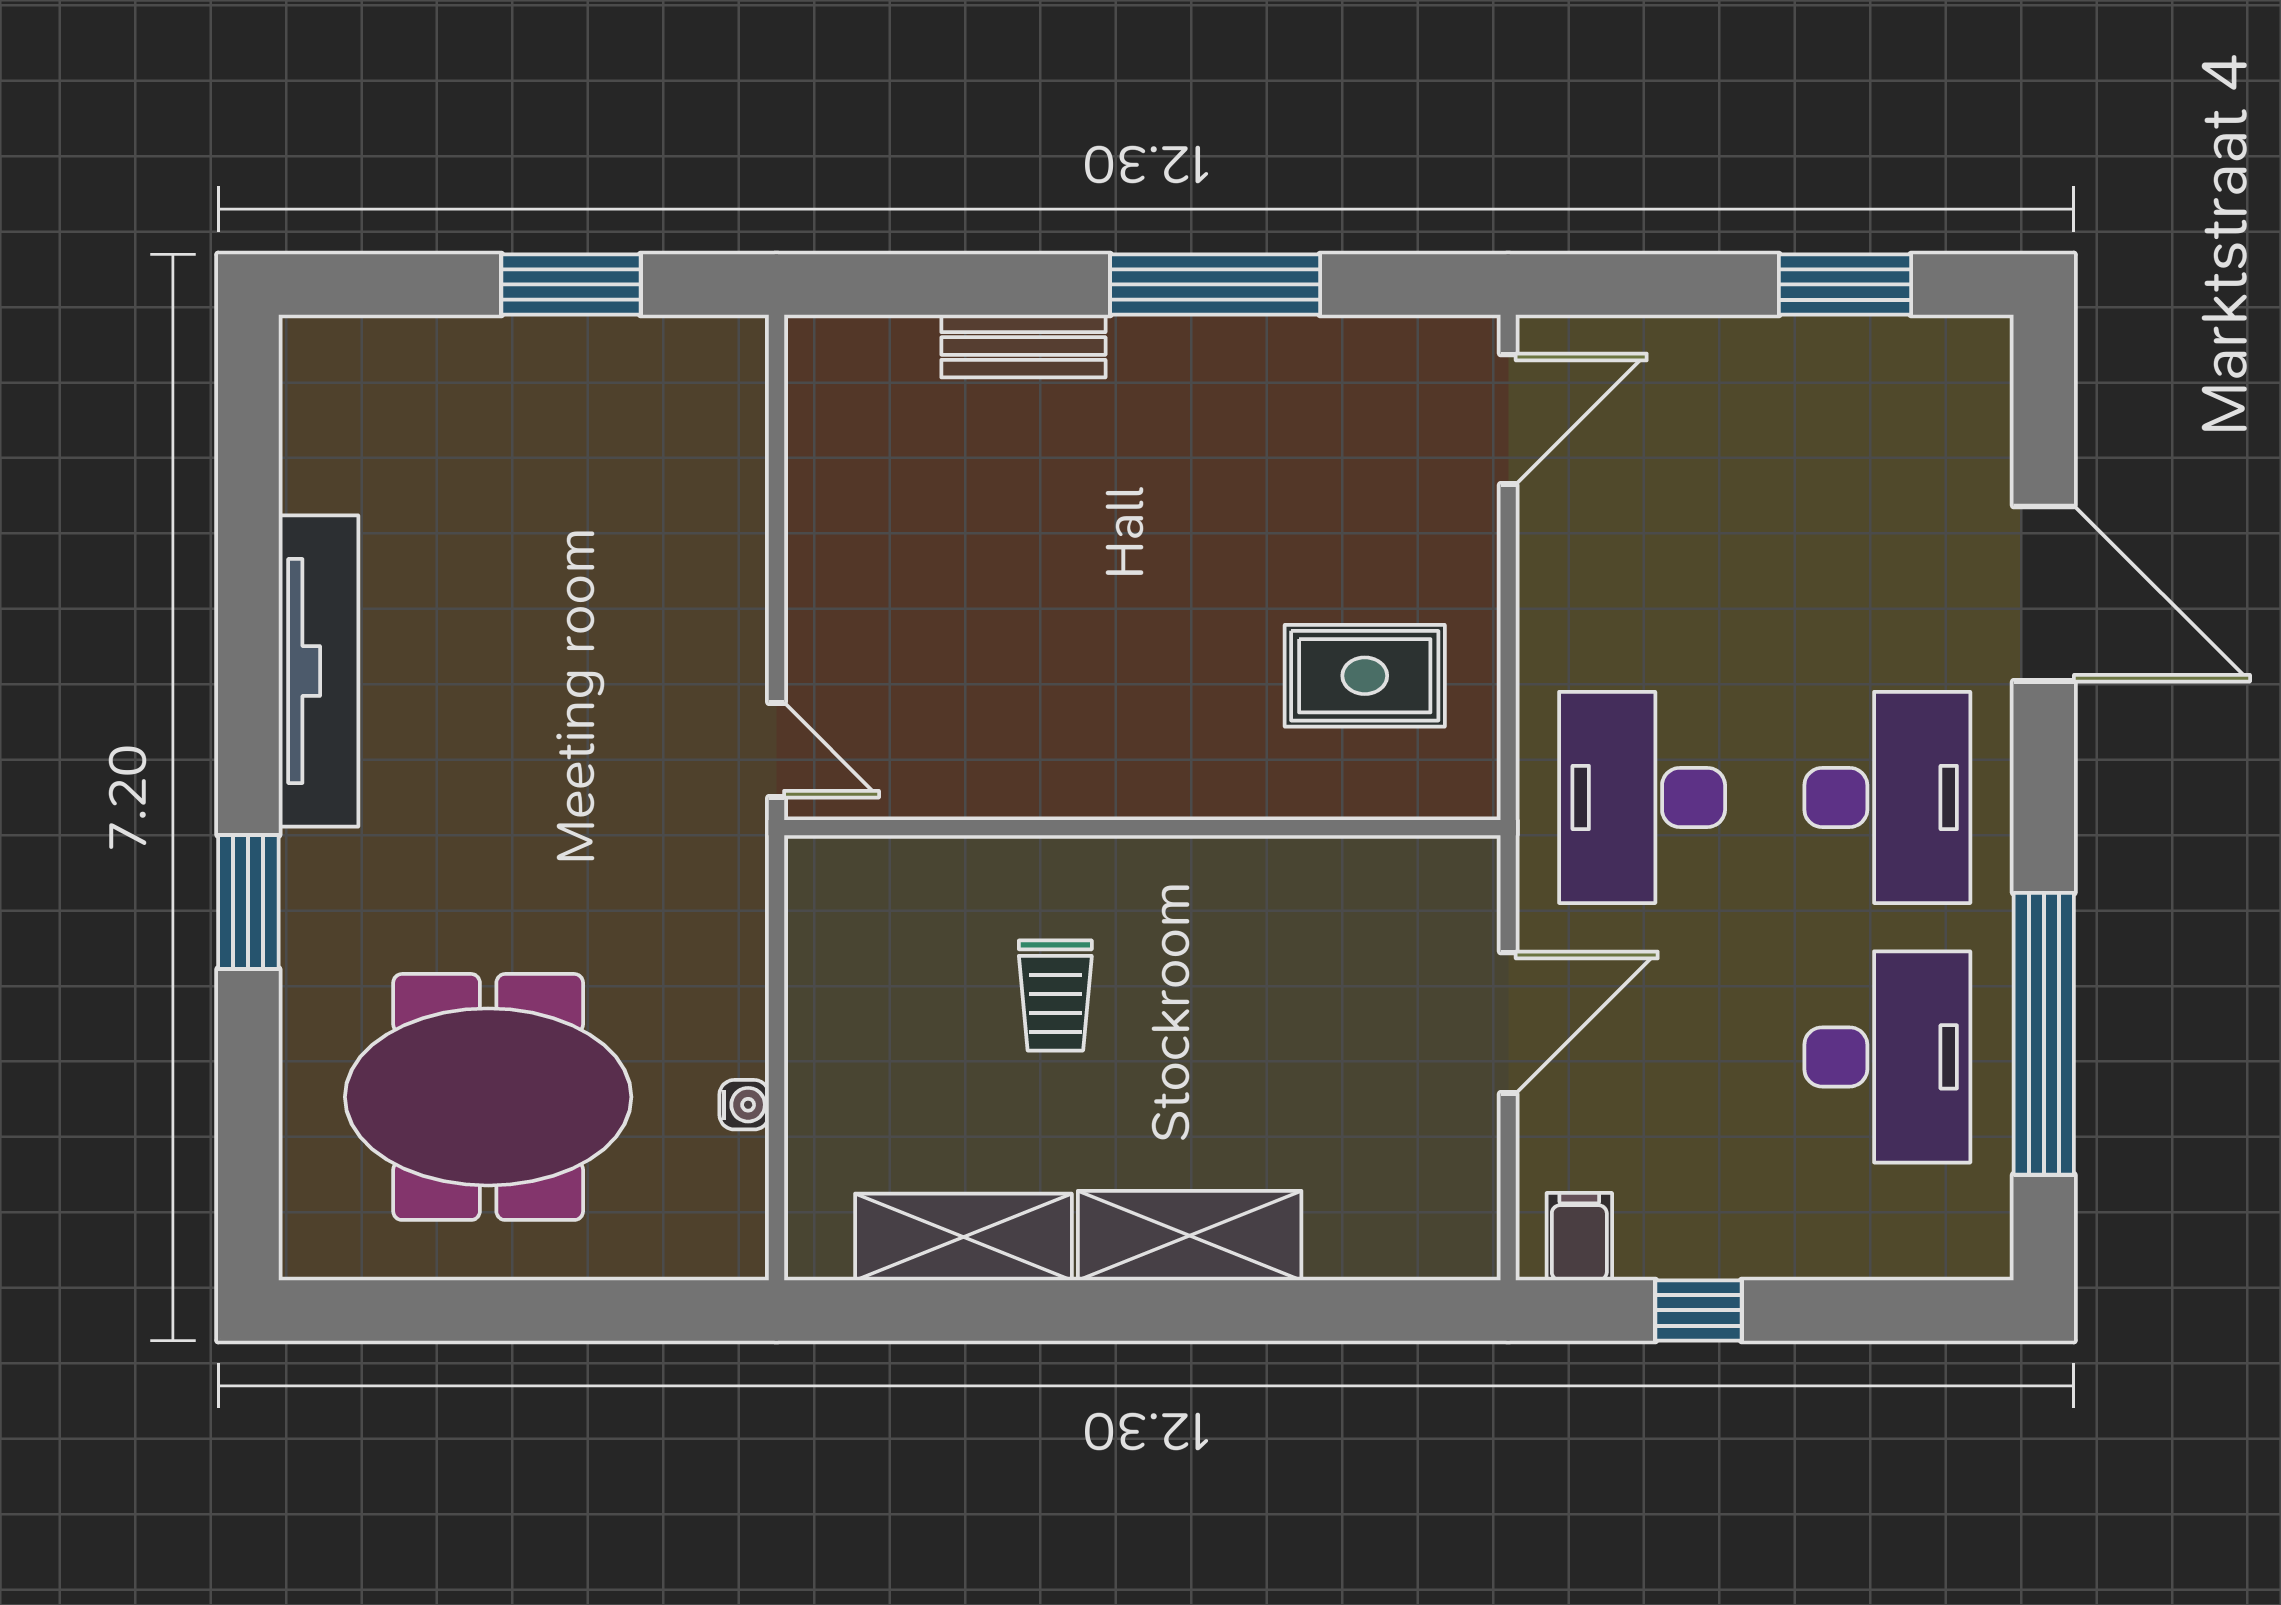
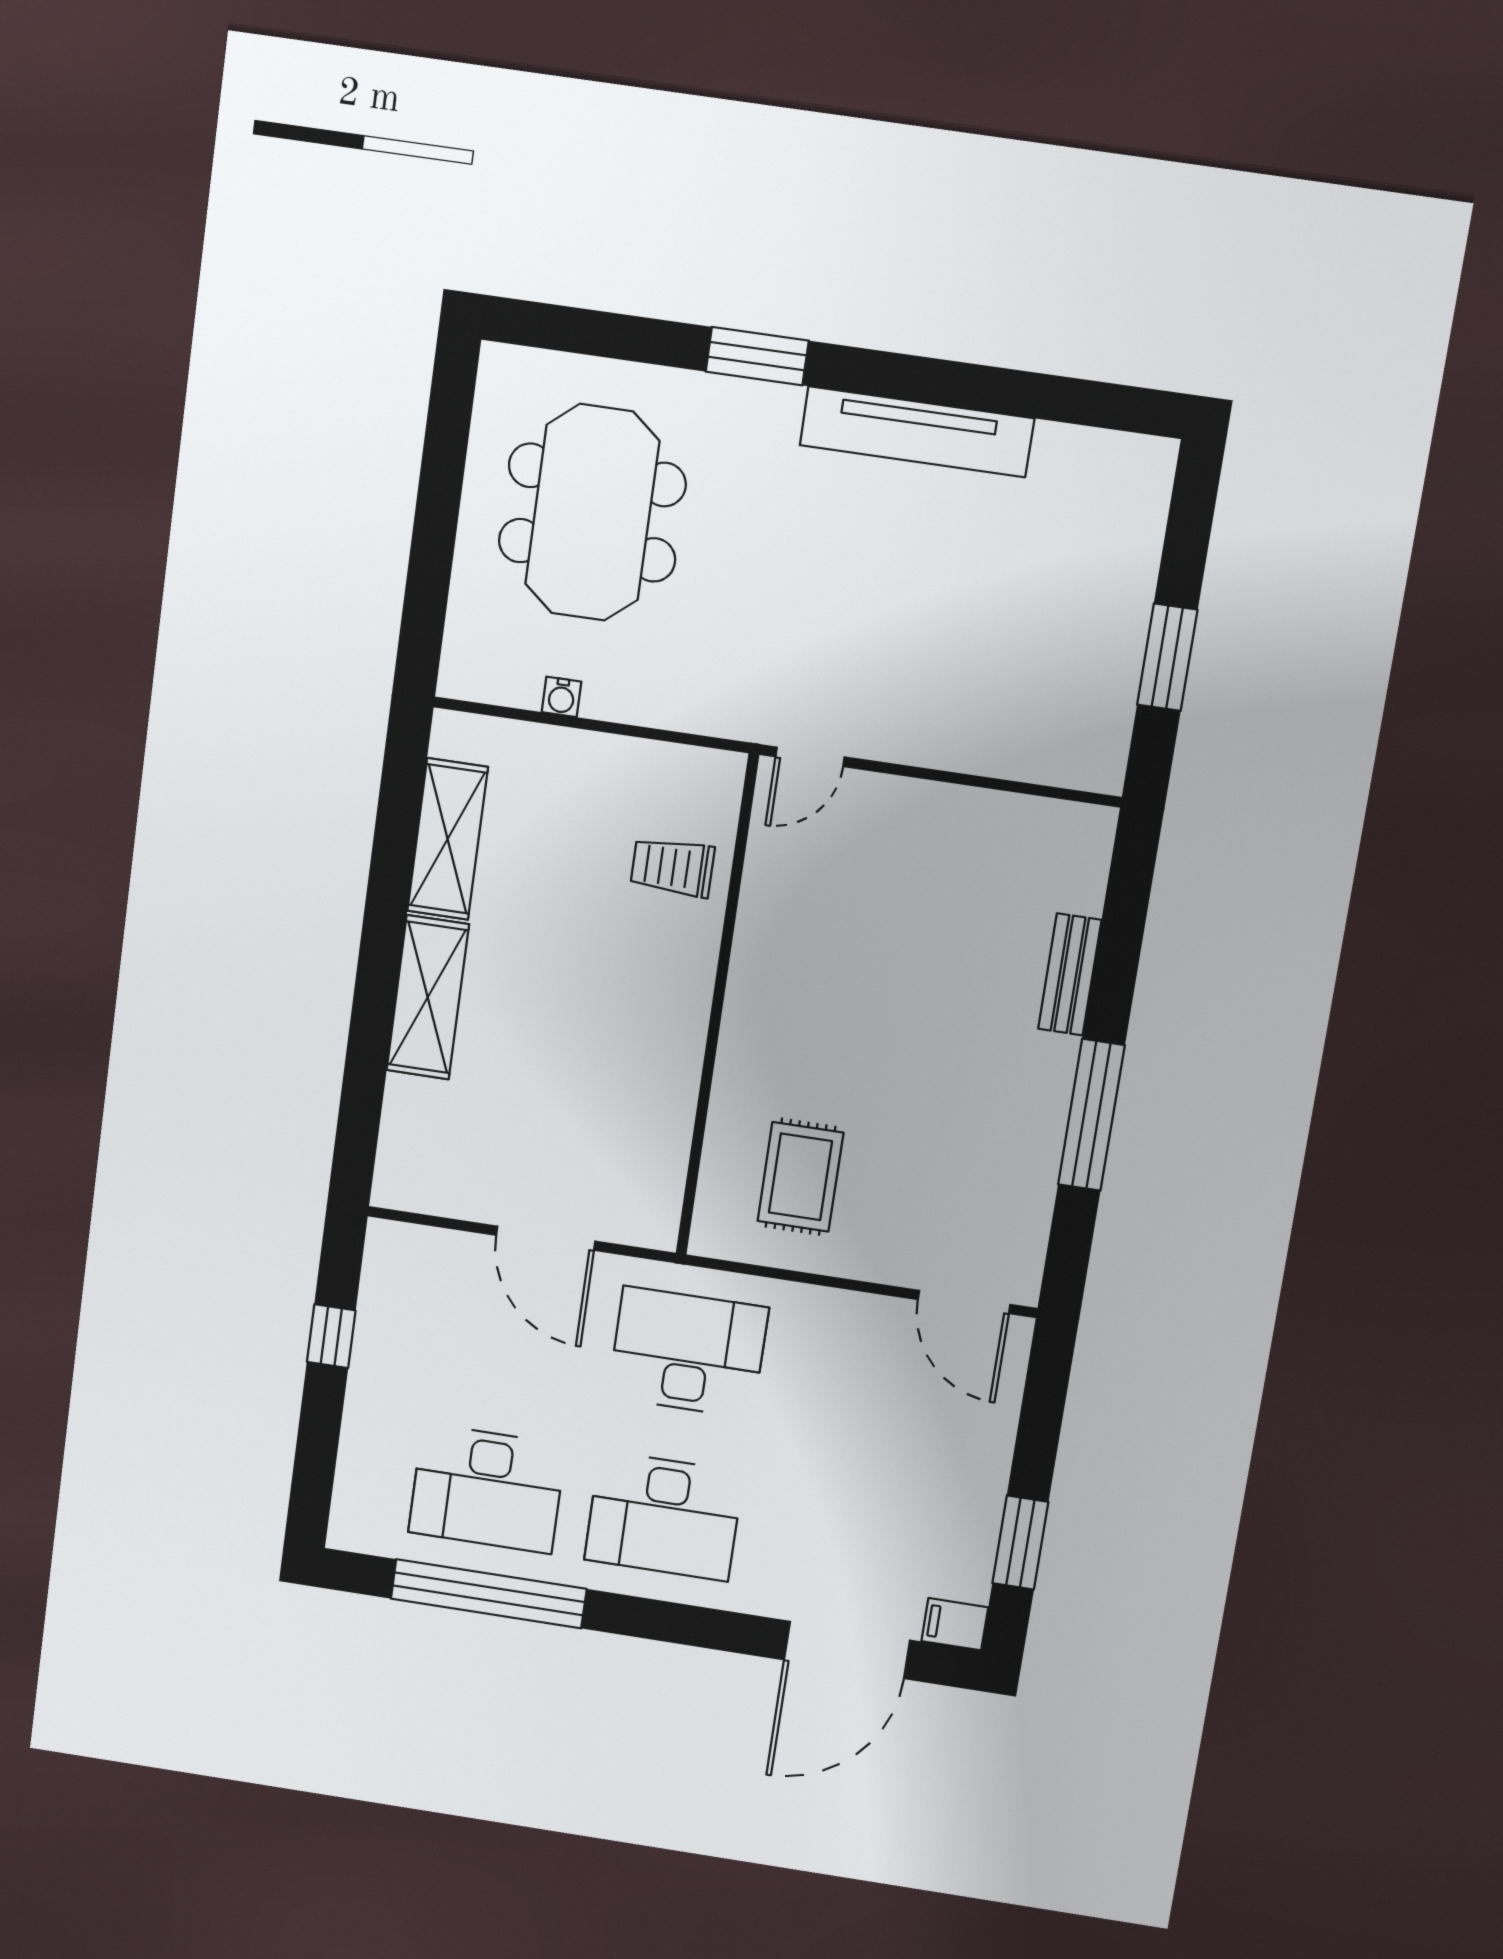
door: (2044, 594) -> (847, 1650), moved
trolley: (1055, 996) -> (673, 867), moved
filing cabinet: (1579, 1237) -> (955, 1624), moved, turned 180

